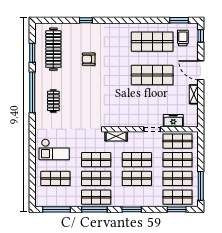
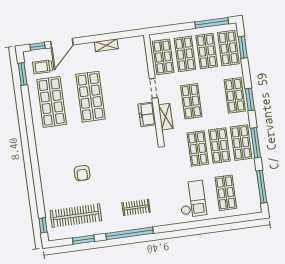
window: (86, 20) -> (43, 225), moved
door: (201, 70) -> (62, 43), moved
freezer: (173, 121) -> (147, 114), moved
shelving: (116, 136) -> (166, 117), moved
shop shelf: (137, 178) -> (235, 95), moved

